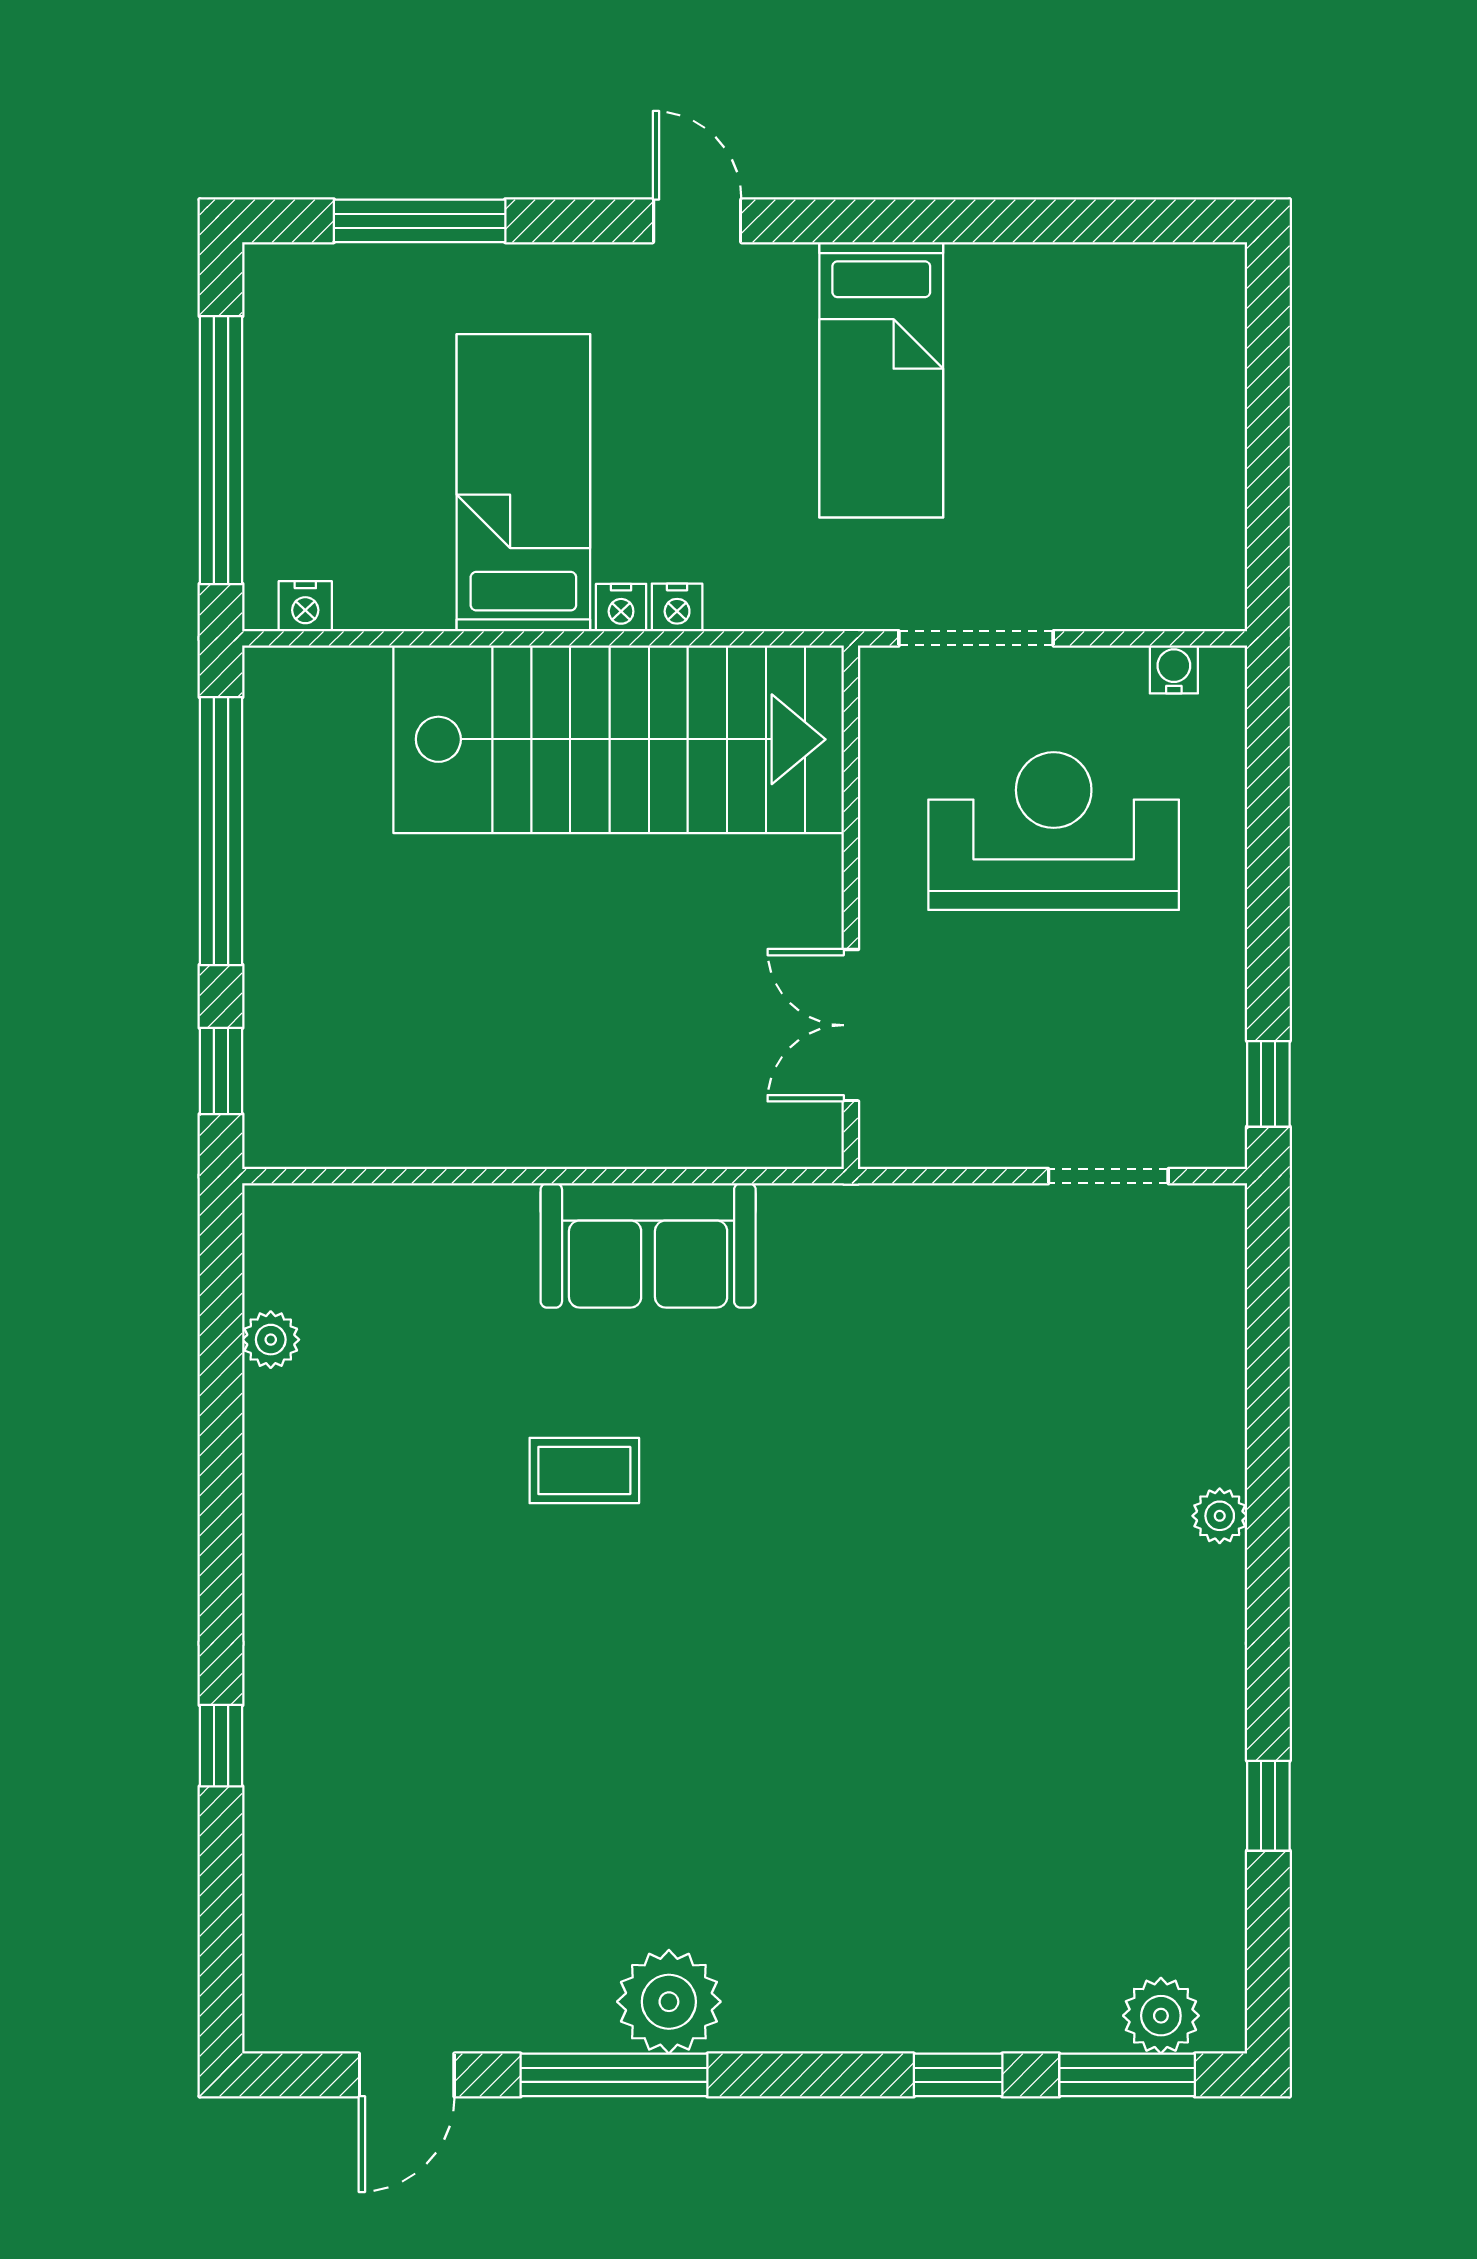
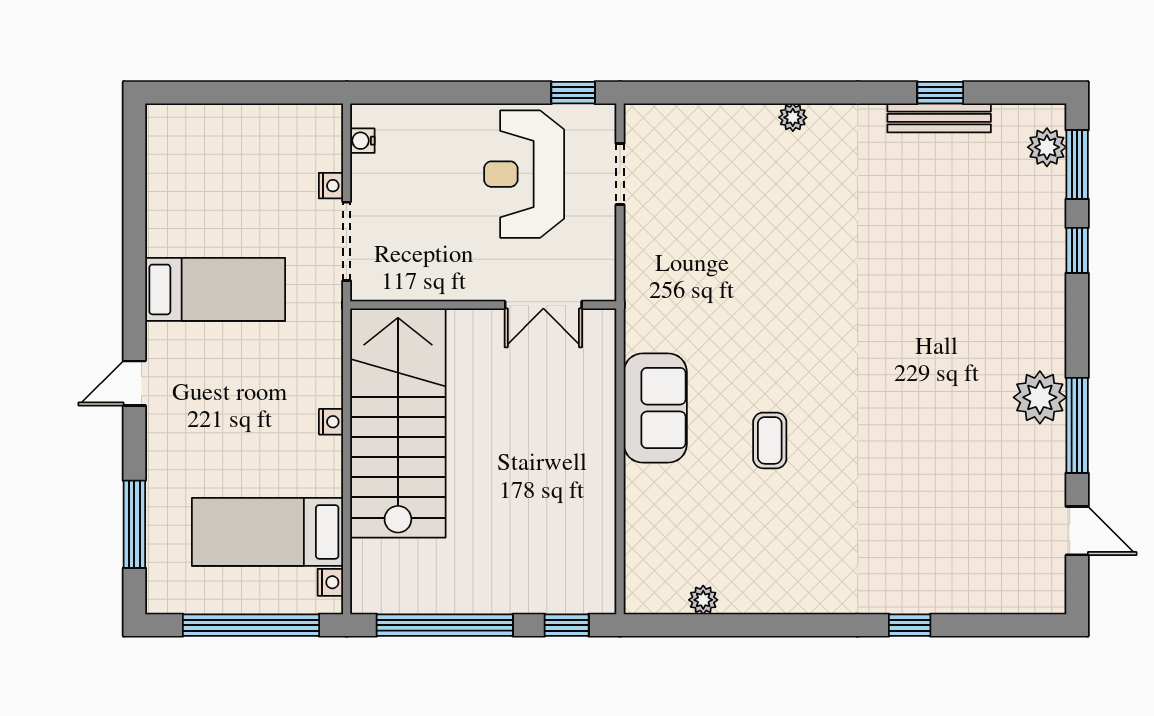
bed: (523, 483) -> (268, 532), moved
nightstand: (677, 607) -> (331, 186), moved
reception desk: (1054, 831) -> (524, 174), moved
bench: (1219, 1804) -> (939, 118), added

